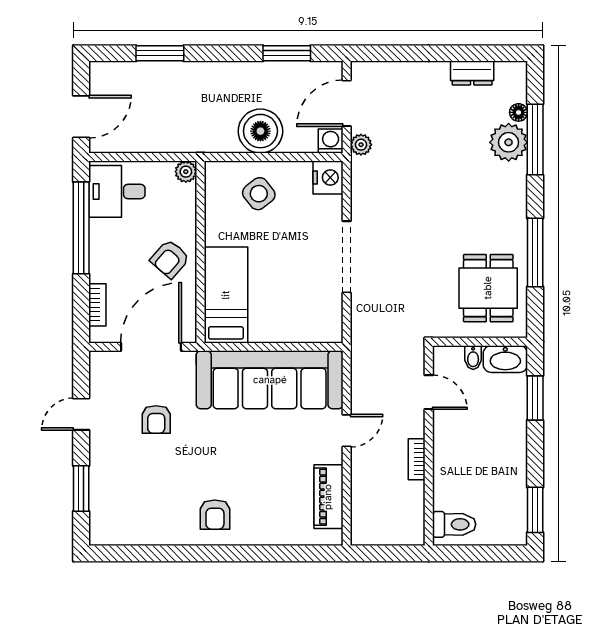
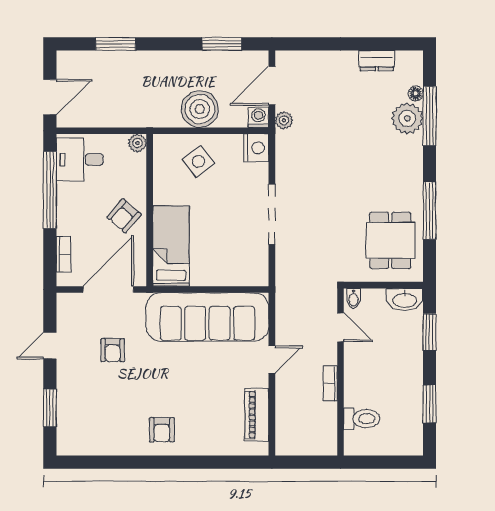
bidet: (473, 358) -> (353, 298), moved
window: (535, 510) -> (429, 404), moved
toilet: (454, 524) -> (362, 419), moved

